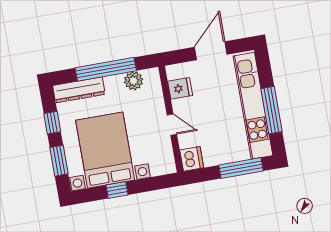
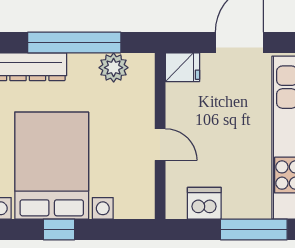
fridge: (180, 88) -> (182, 67), moved
dishwasher: (192, 159) -> (204, 203), moved, turned -90

